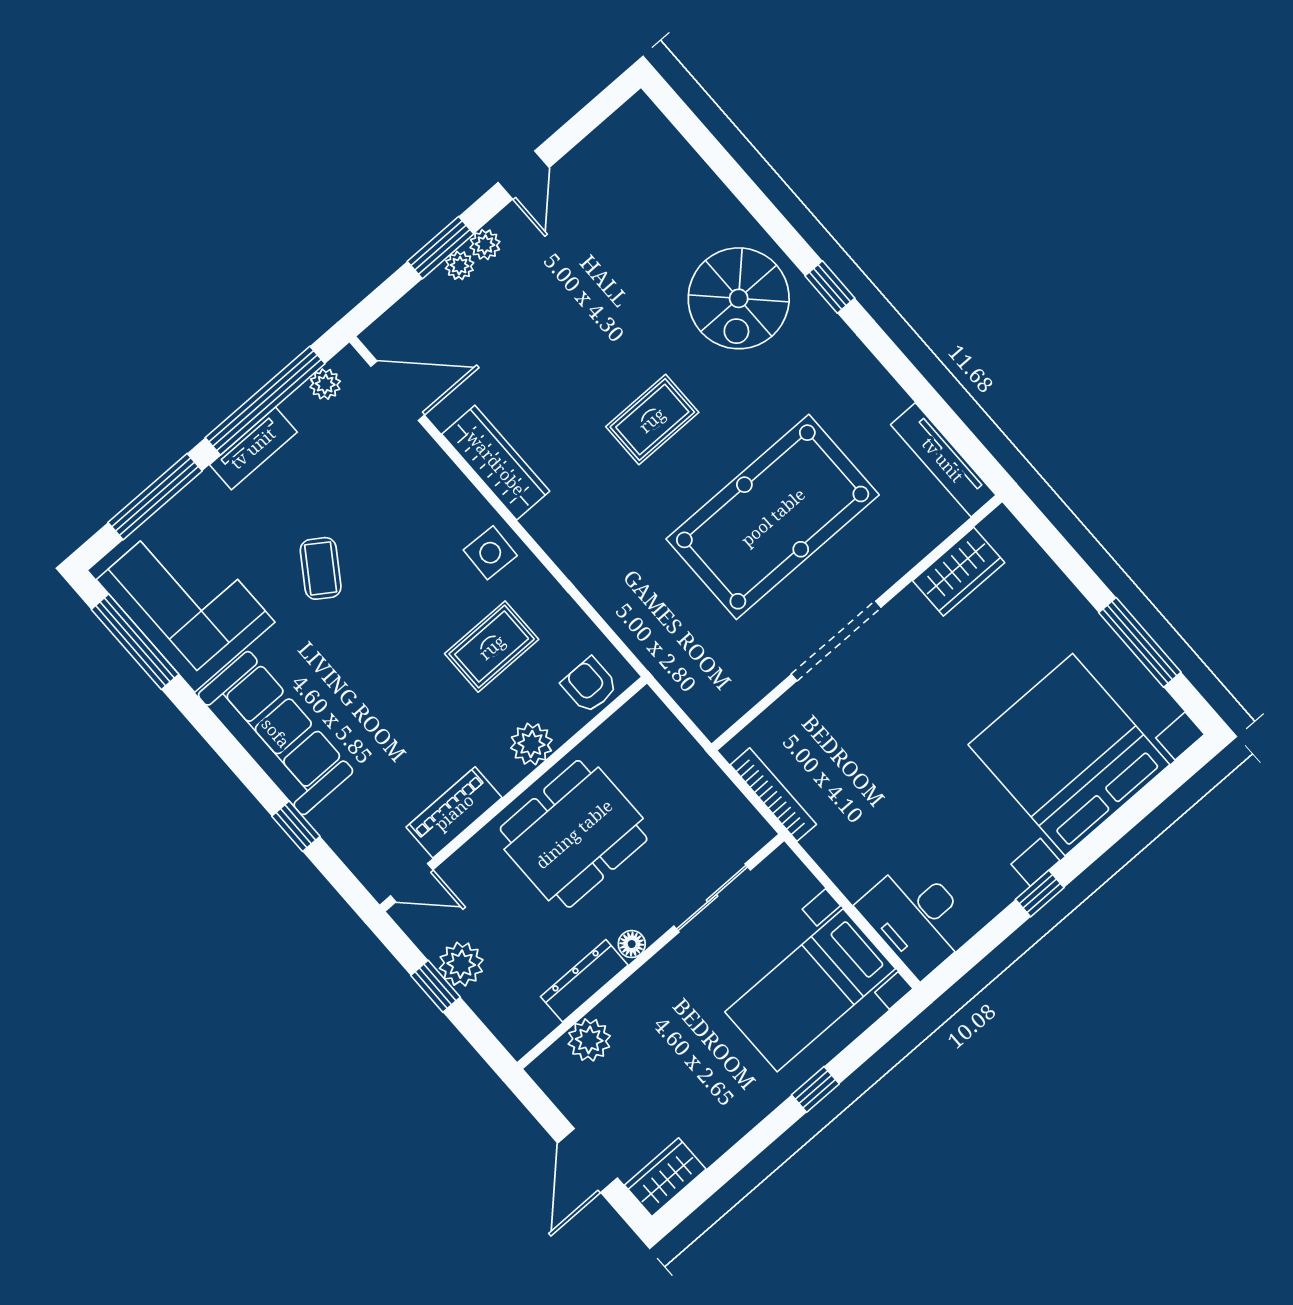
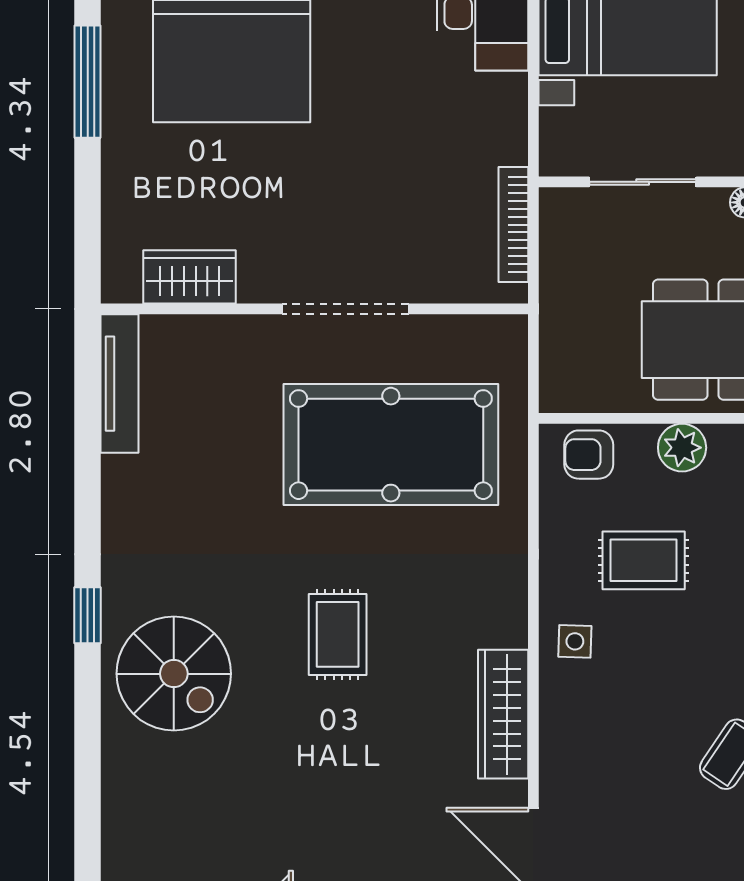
spiral stairs: (739, 298) -> (174, 674), turned 90
rug: (652, 420) -> (338, 634), turned 90
pool table: (773, 517) -> (391, 445), moved
side table: (490, 553) -> (575, 641), width x0.73, depth x0.73
armchair: (590, 685) -> (589, 455), turned 90

